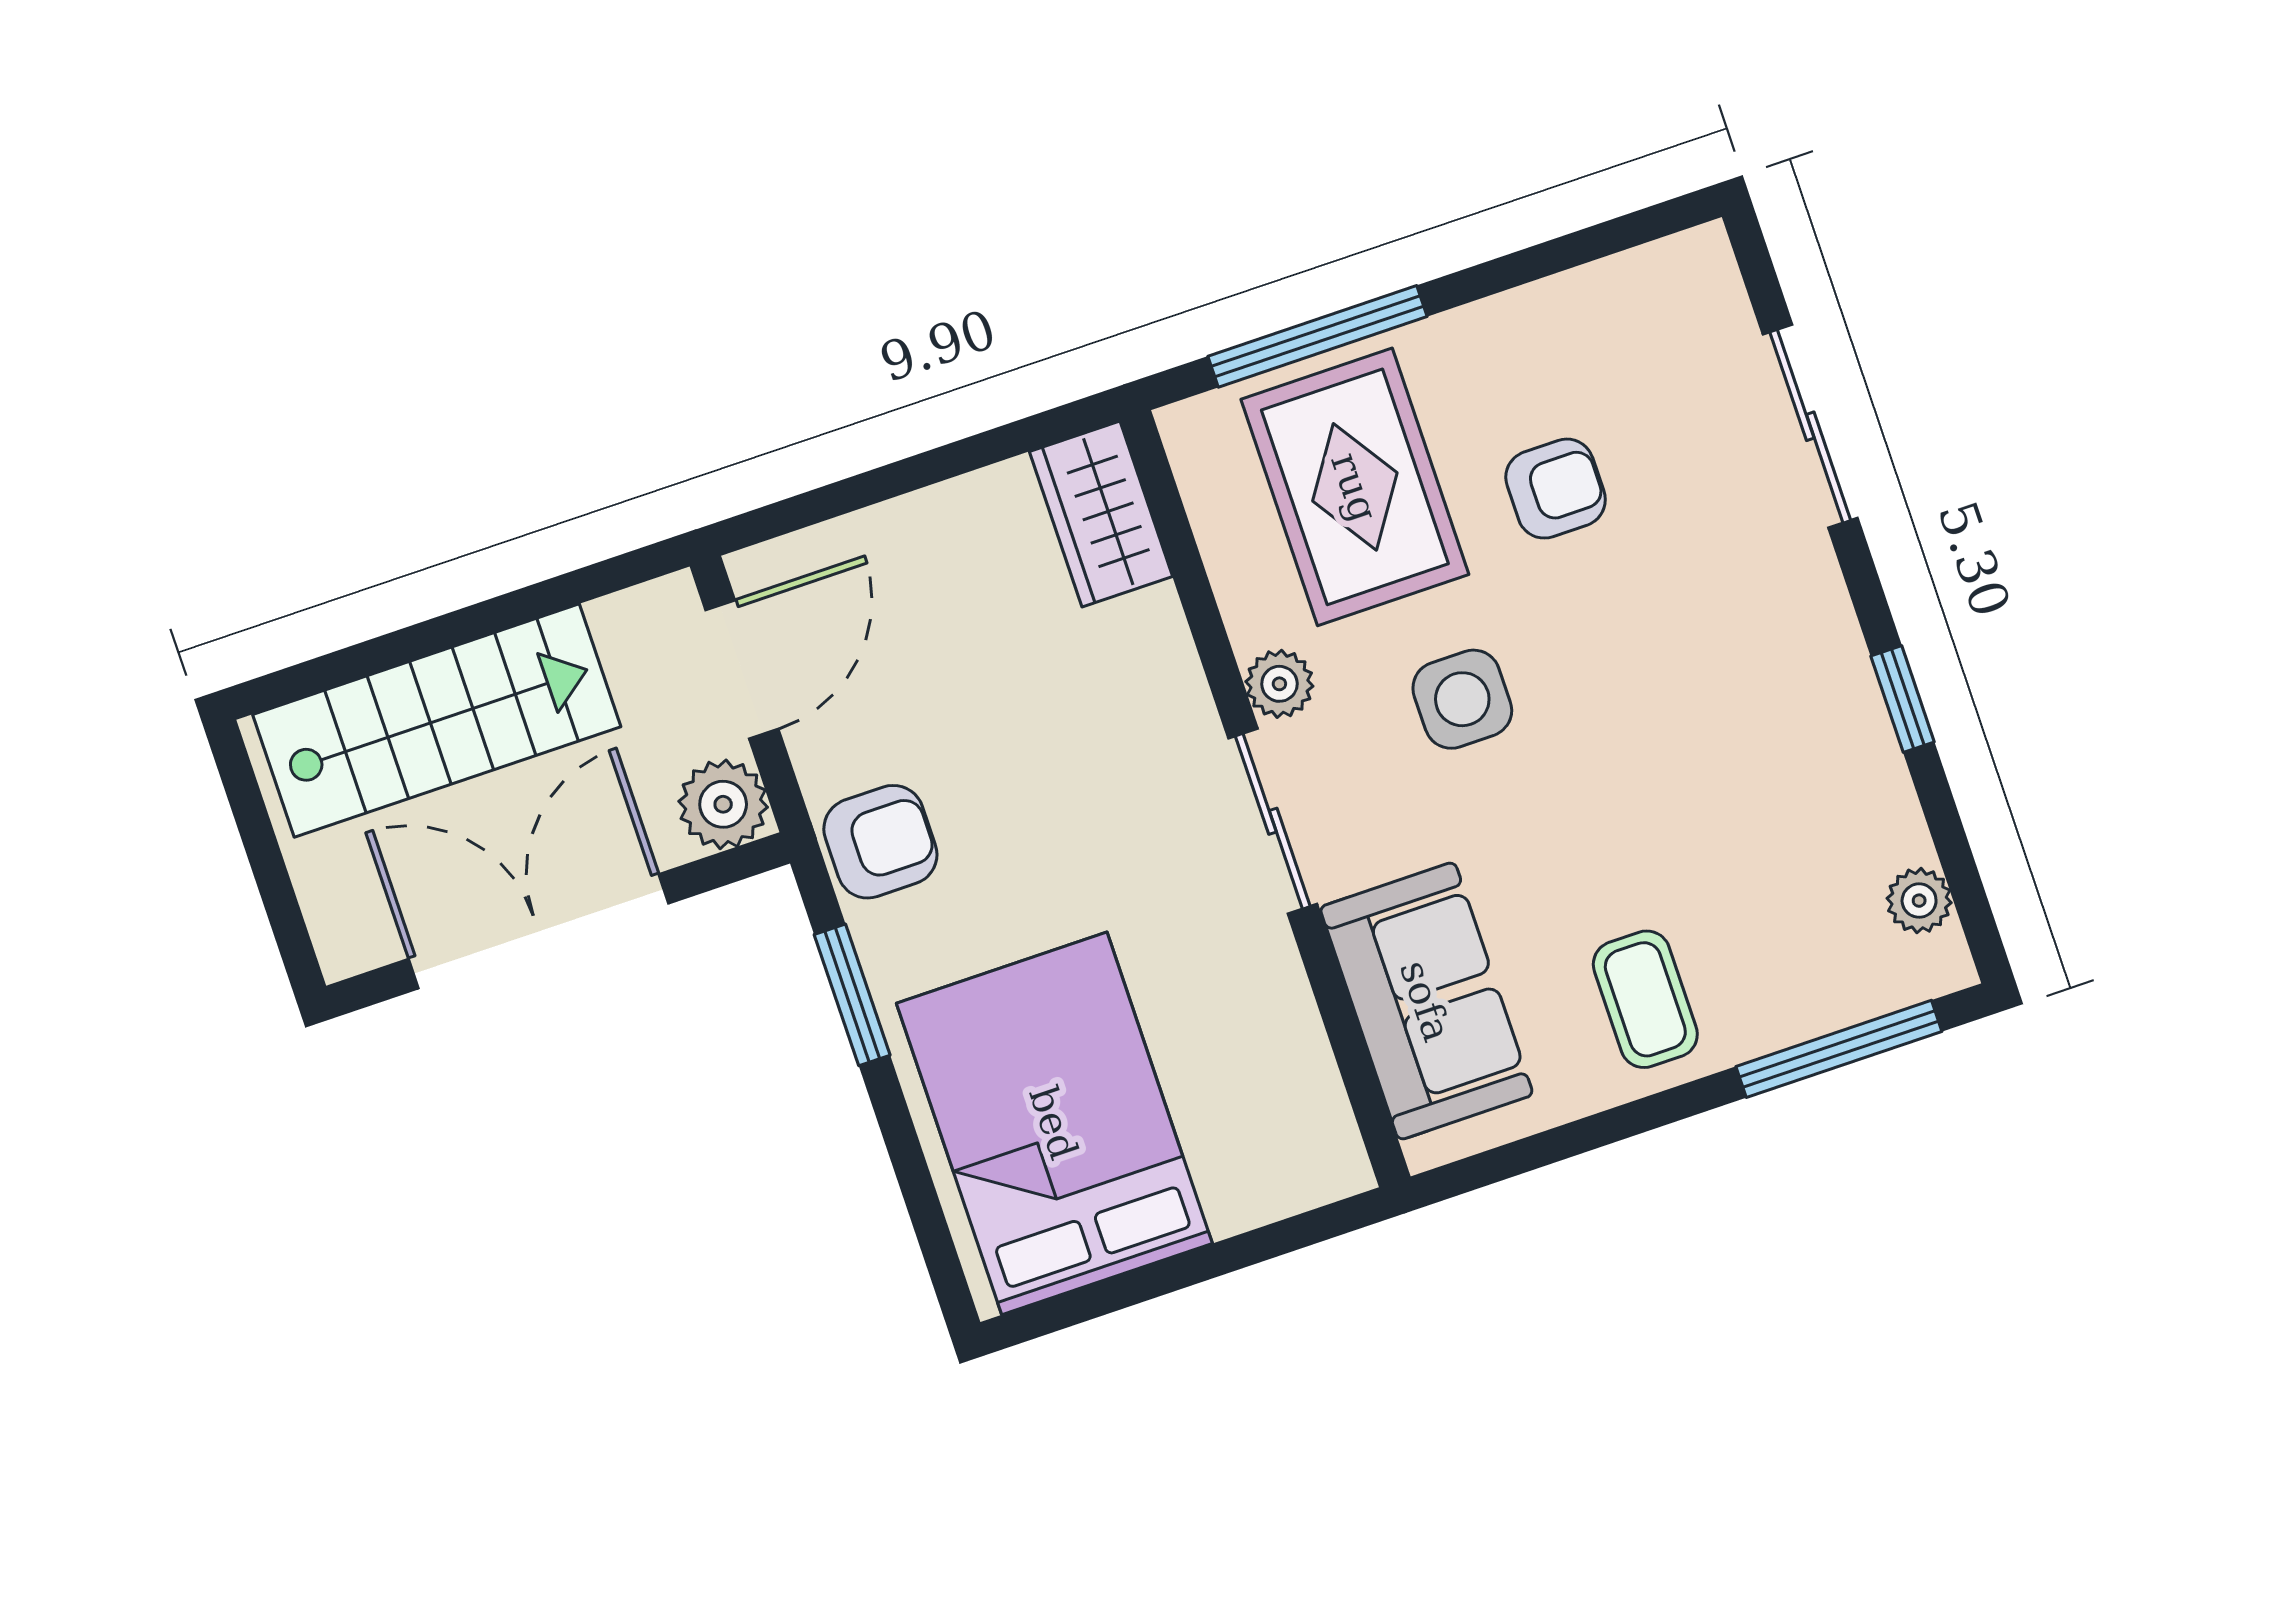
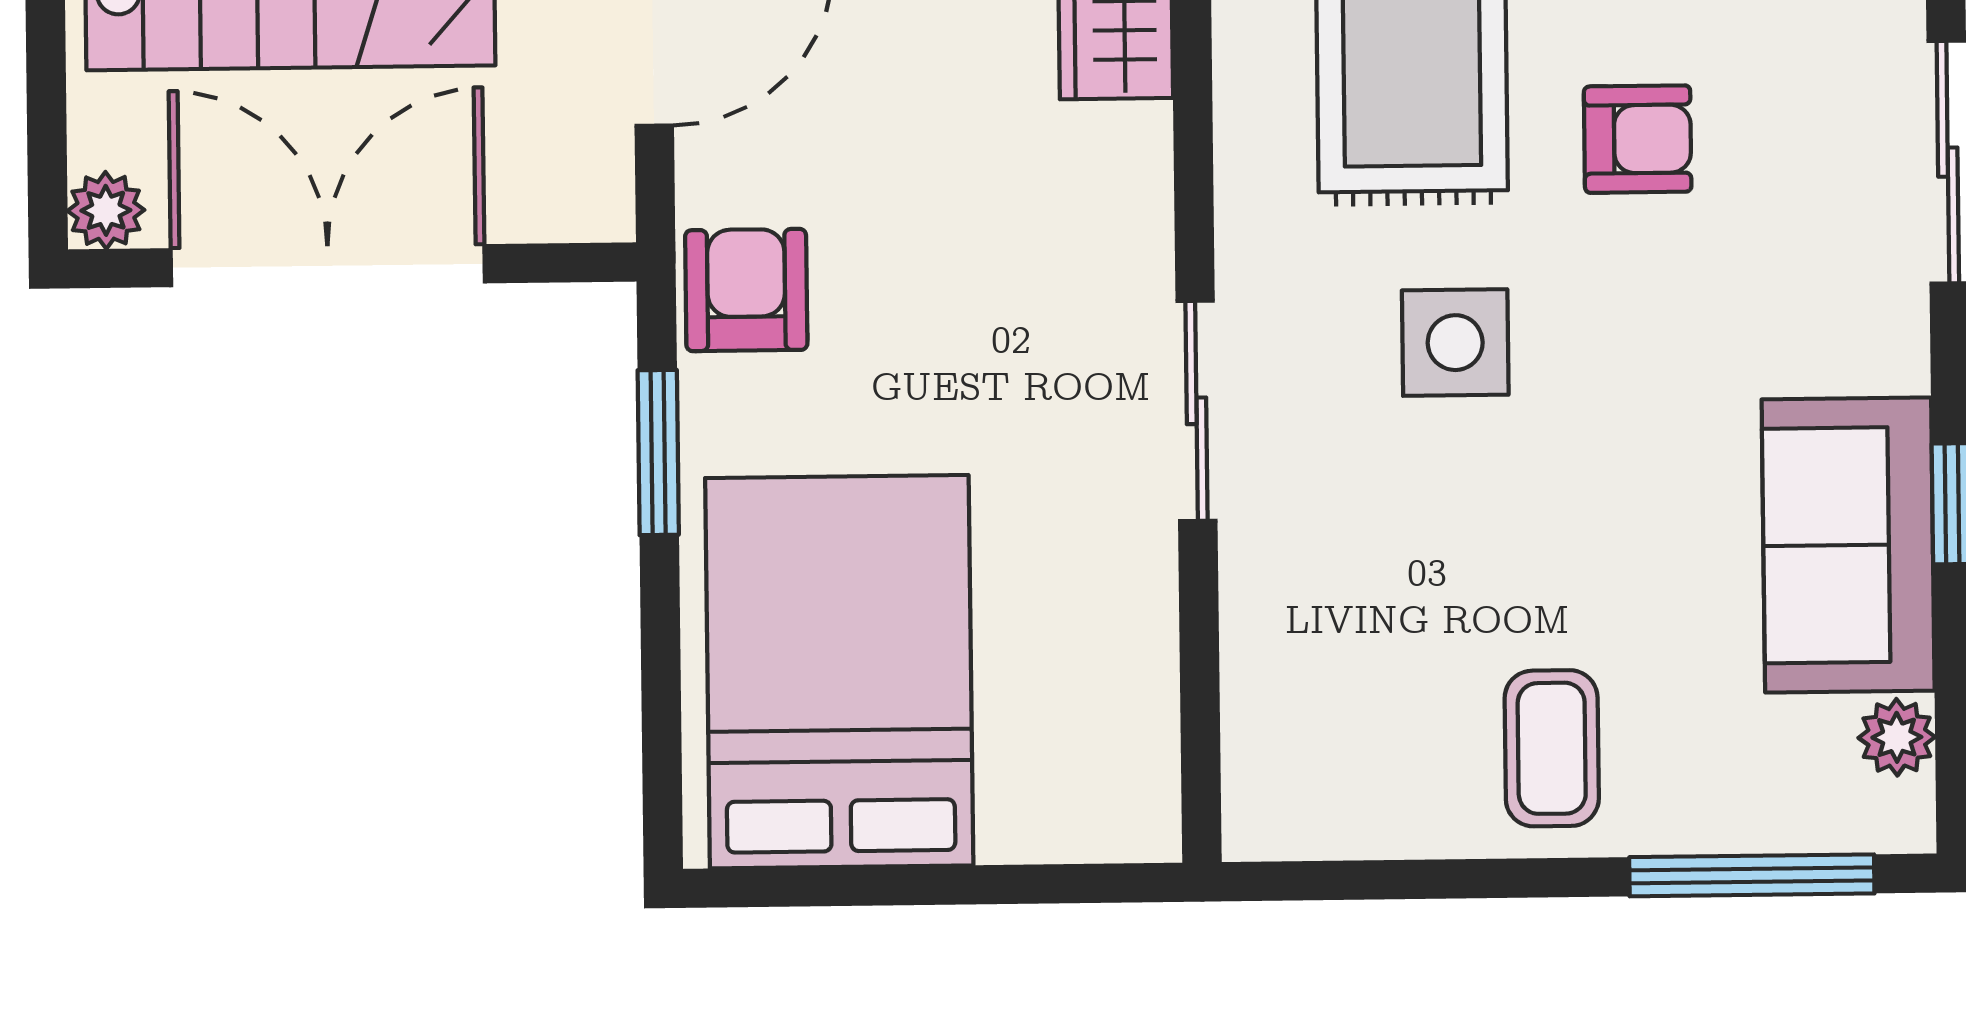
plant: (1279, 684) -> (1254, 258), removed
plant: (723, 804) -> (106, 210), moved, width x0.73, depth x0.73
armchair: (880, 842) -> (746, 290), turned -90
sofa: (1426, 1001) -> (1848, 545), moved, turned 180

